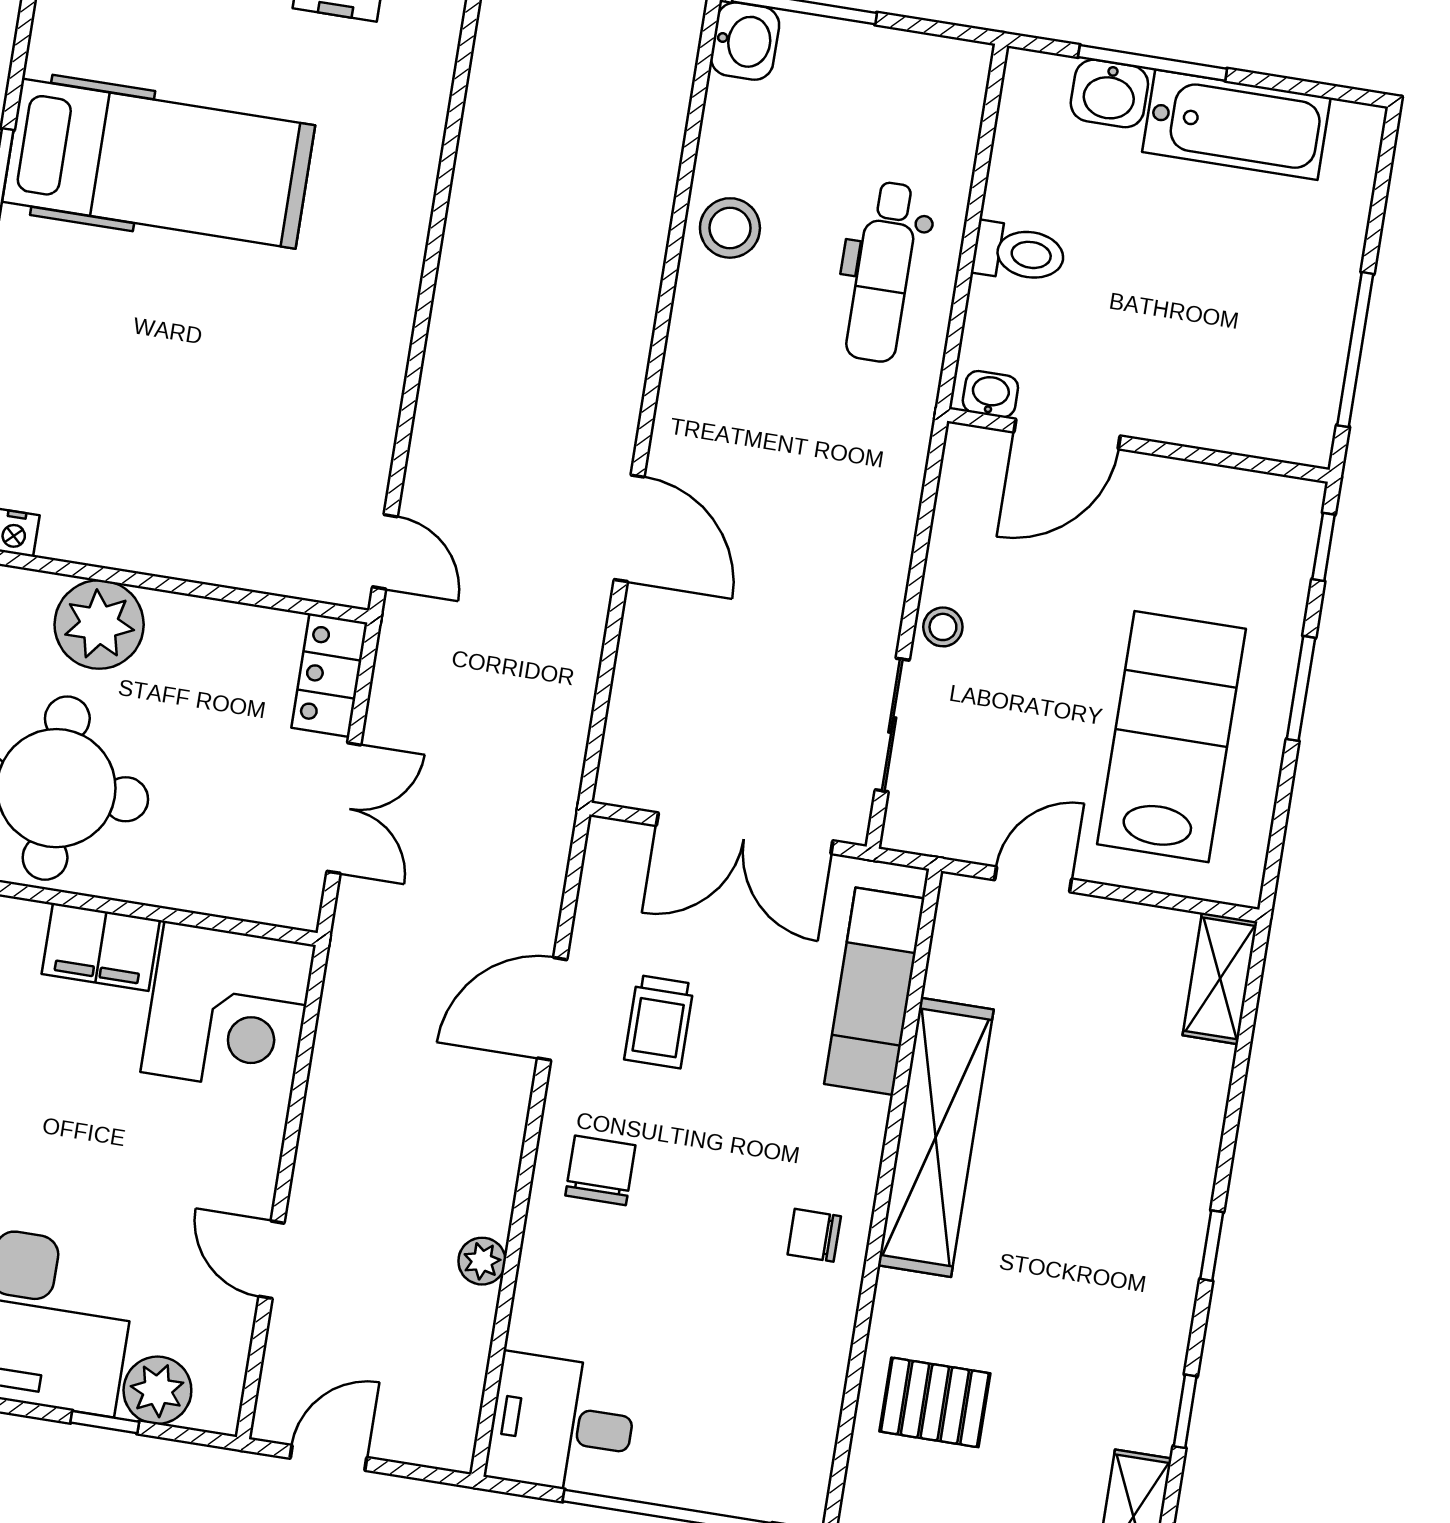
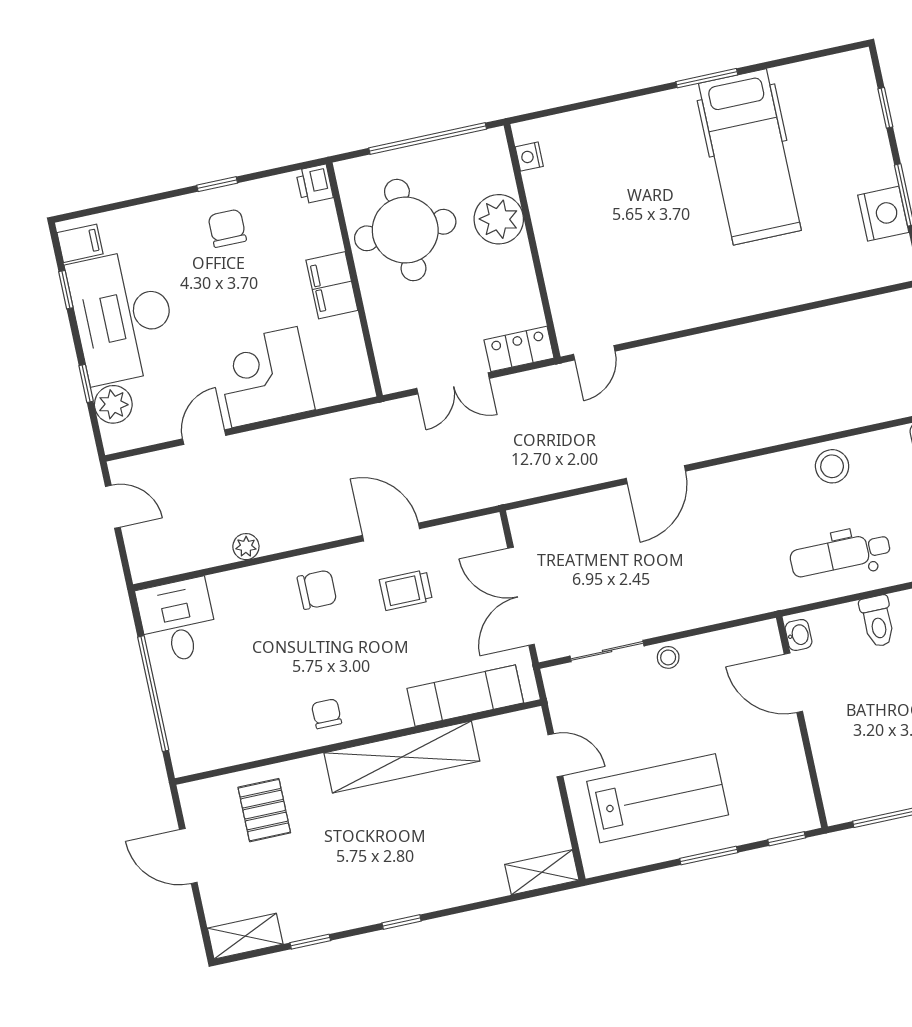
corner desk: (228, 1008) -> (265, 377), moved, turned 90

